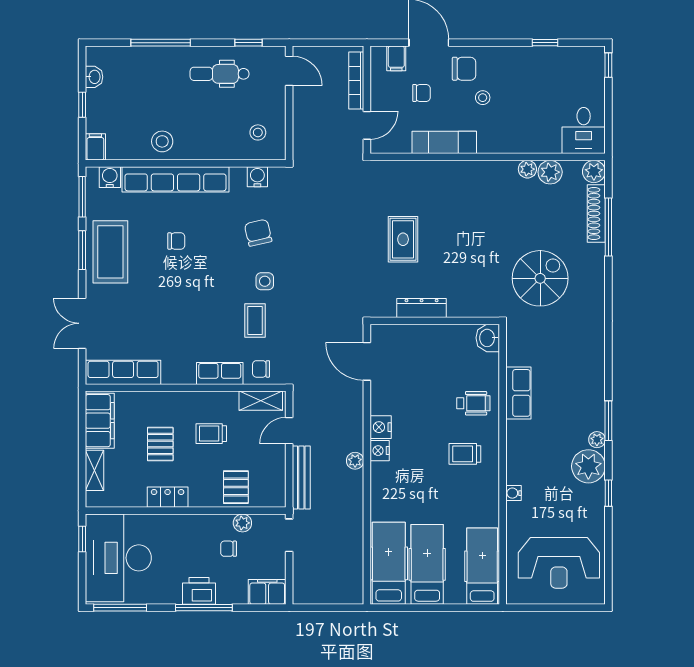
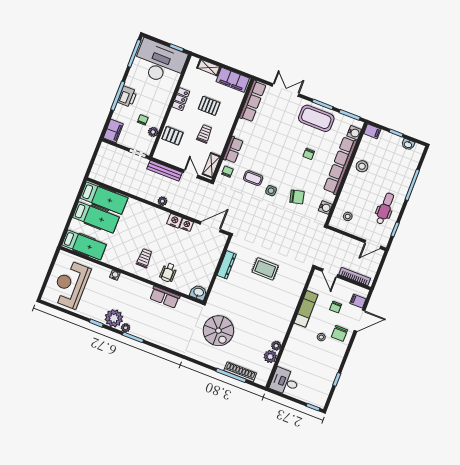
plant: (594, 172) -> (262, 379), removed
nightstand: (380, 451) -> (187, 225), moved

